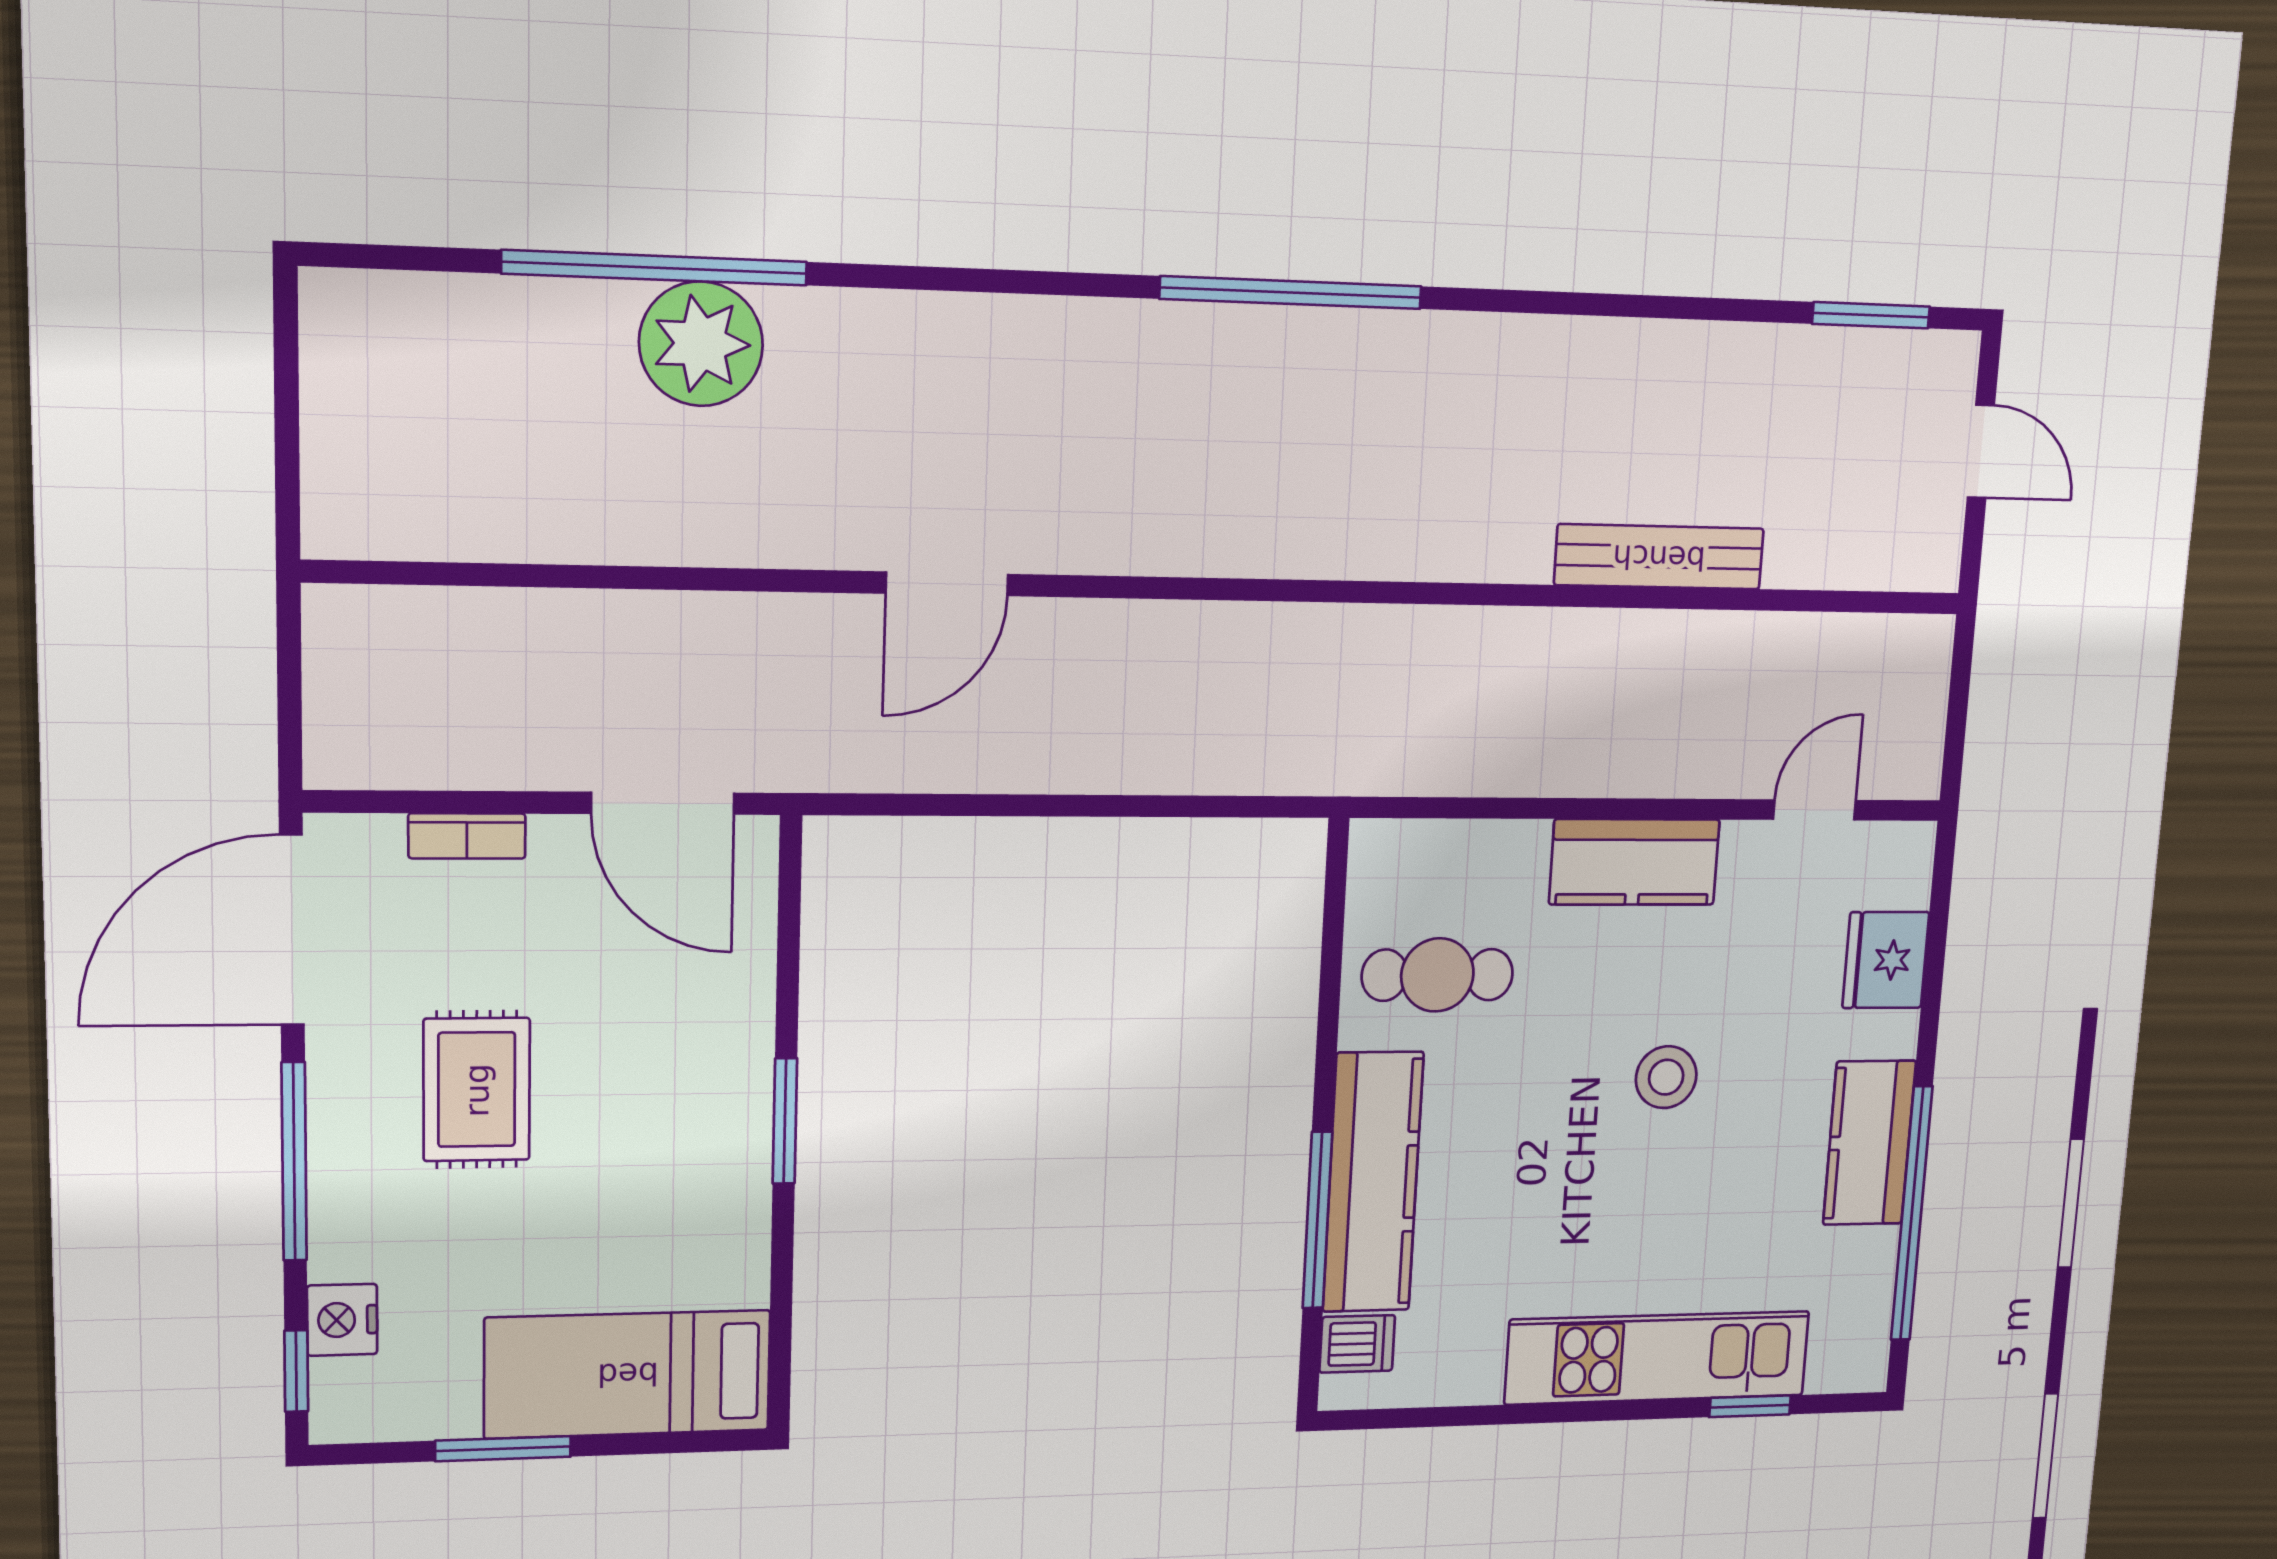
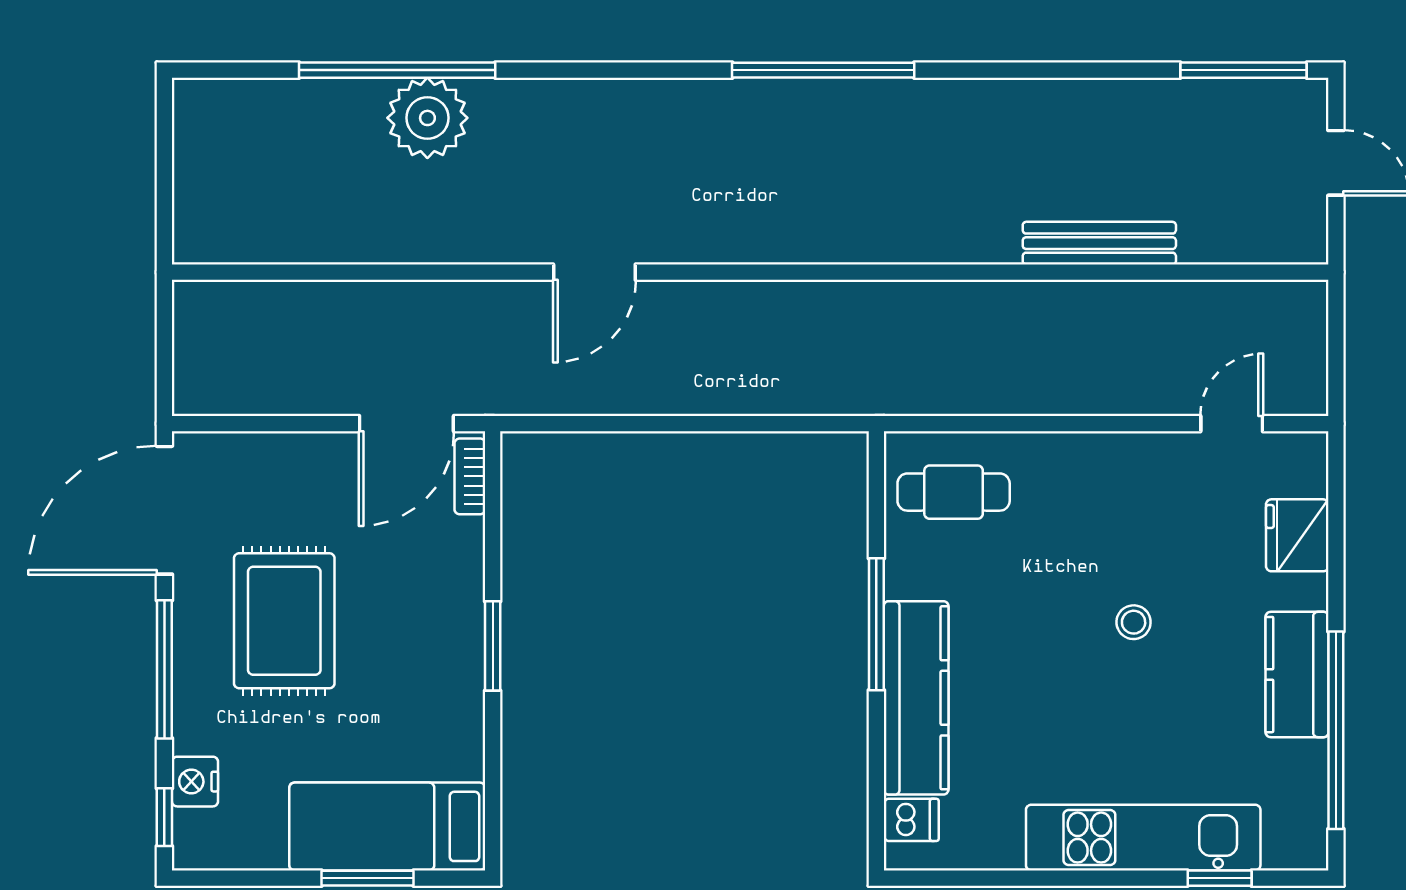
window: (1871, 315) -> (1243, 70), width x1.44
door: (663, 803) -> (406, 424), hinge flipped
bookcase: (467, 836) -> (470, 476), moved, turned 90
kitchen counter: (1634, 862) -> (1097, 462), removed
cafe table: (1437, 975) -> (954, 492), moved
stool: (1666, 1077) -> (1134, 622), width x0.73, depth x0.73
rug: (477, 1090) -> (284, 621), width x1.36, depth x1.43
window: (1317, 1220) -> (876, 624), moved
window: (503, 1449) -> (368, 878), moved

